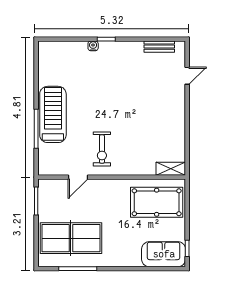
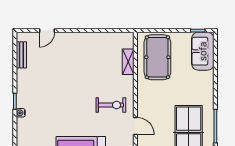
door: (187, 76) -> (47, 31), swing flipped
shelving: (171, 169) -> (128, 62), moved

